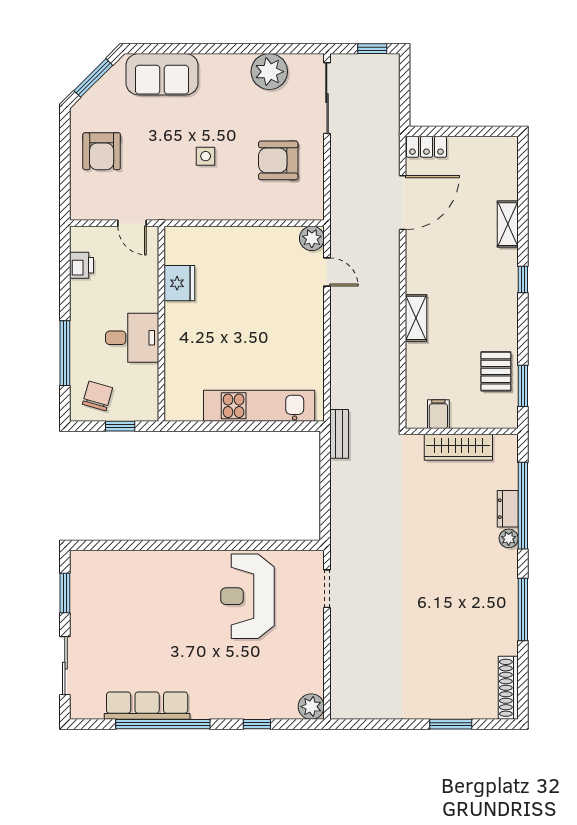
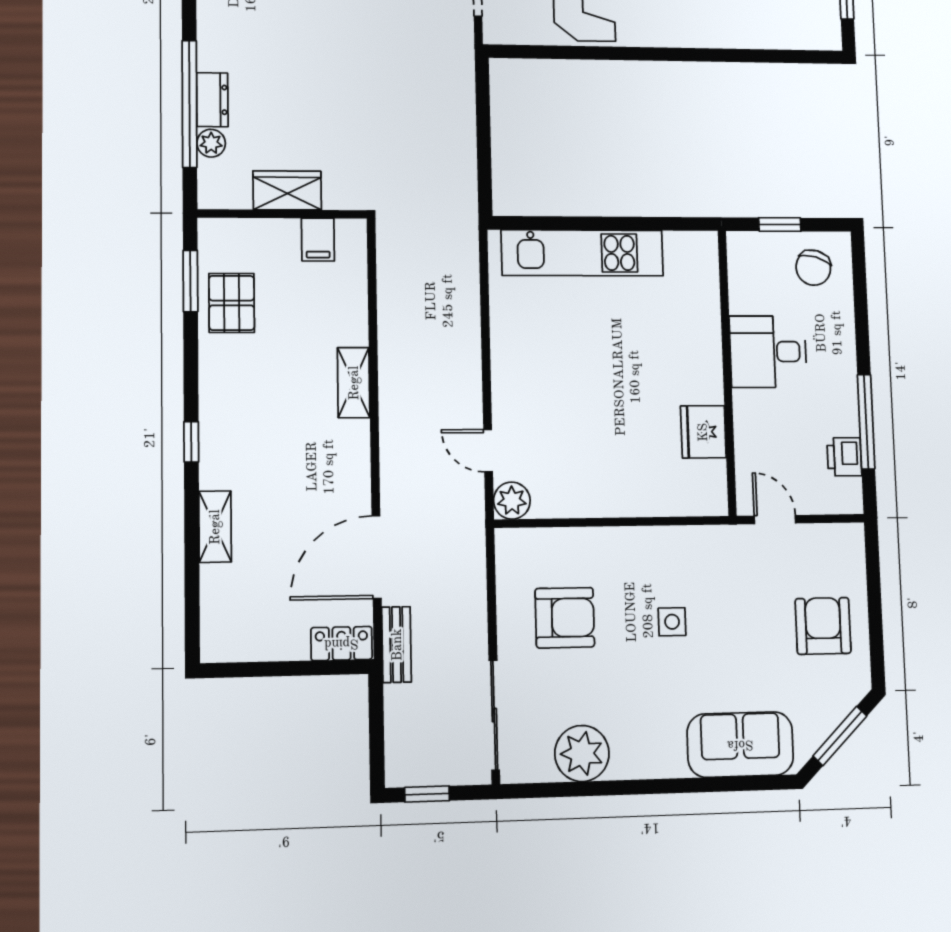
window: (65, 353) -> (866, 422), moved
bench: (339, 434) -> (397, 645), moved
wardrobe: (458, 447) -> (287, 190), width x0.67
plant: (509, 538) -> (211, 143), moved

